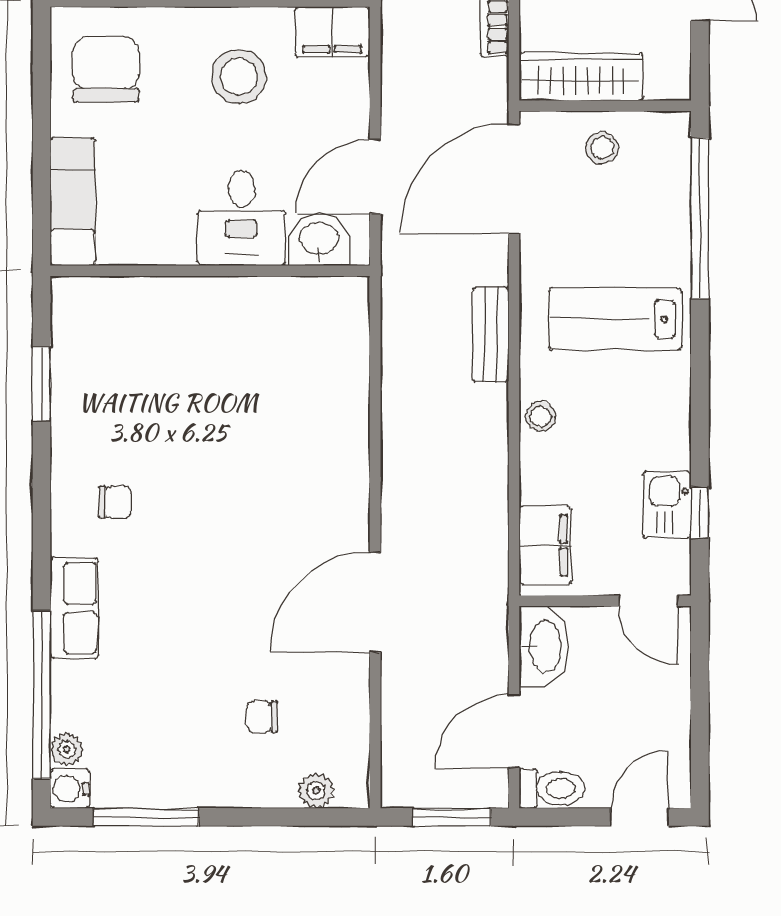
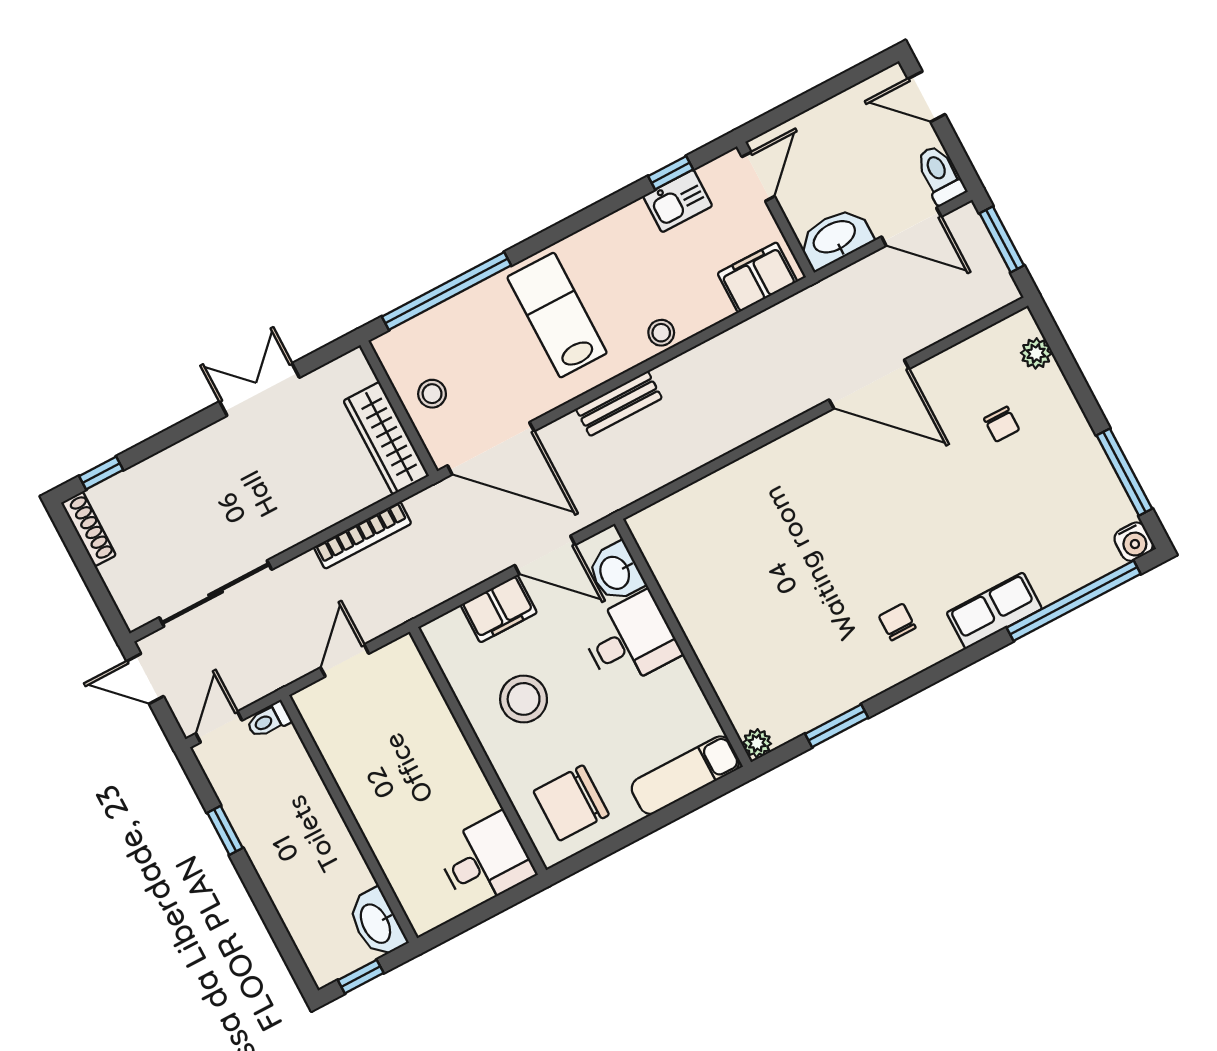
filing cabinet: (332, 32) -> (499, 609), moved, turned 90
lab bench: (615, 319) -> (557, 315), turned 180
plant: (67, 749) -> (757, 743), moved

